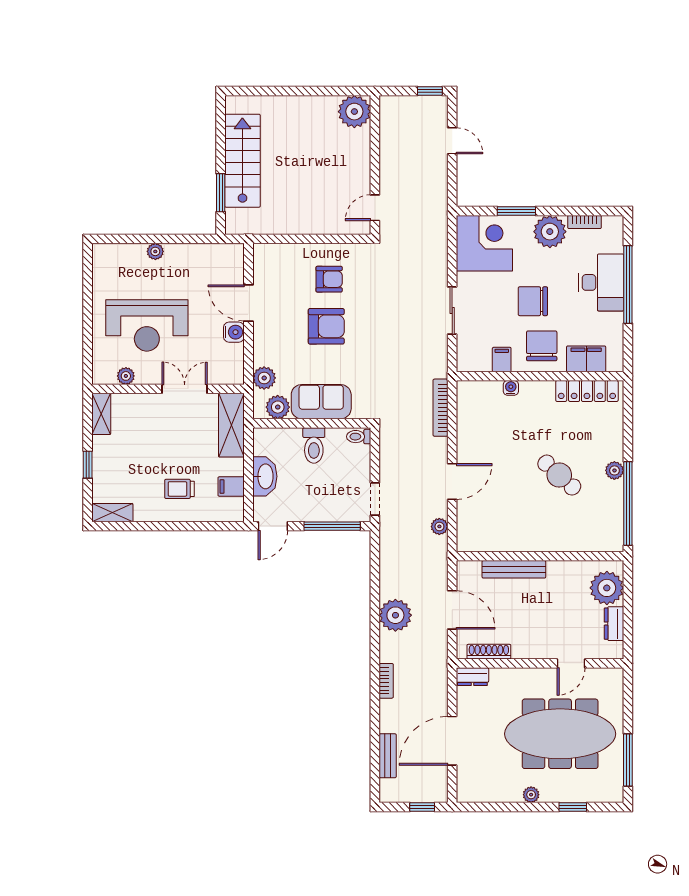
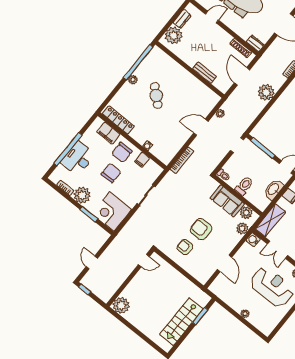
chair: (533, 301) -> (111, 173), turned -90
water cooler: (234, 332) -> (253, 240), moved
bench: (514, 569) -> (204, 73), width x0.73

